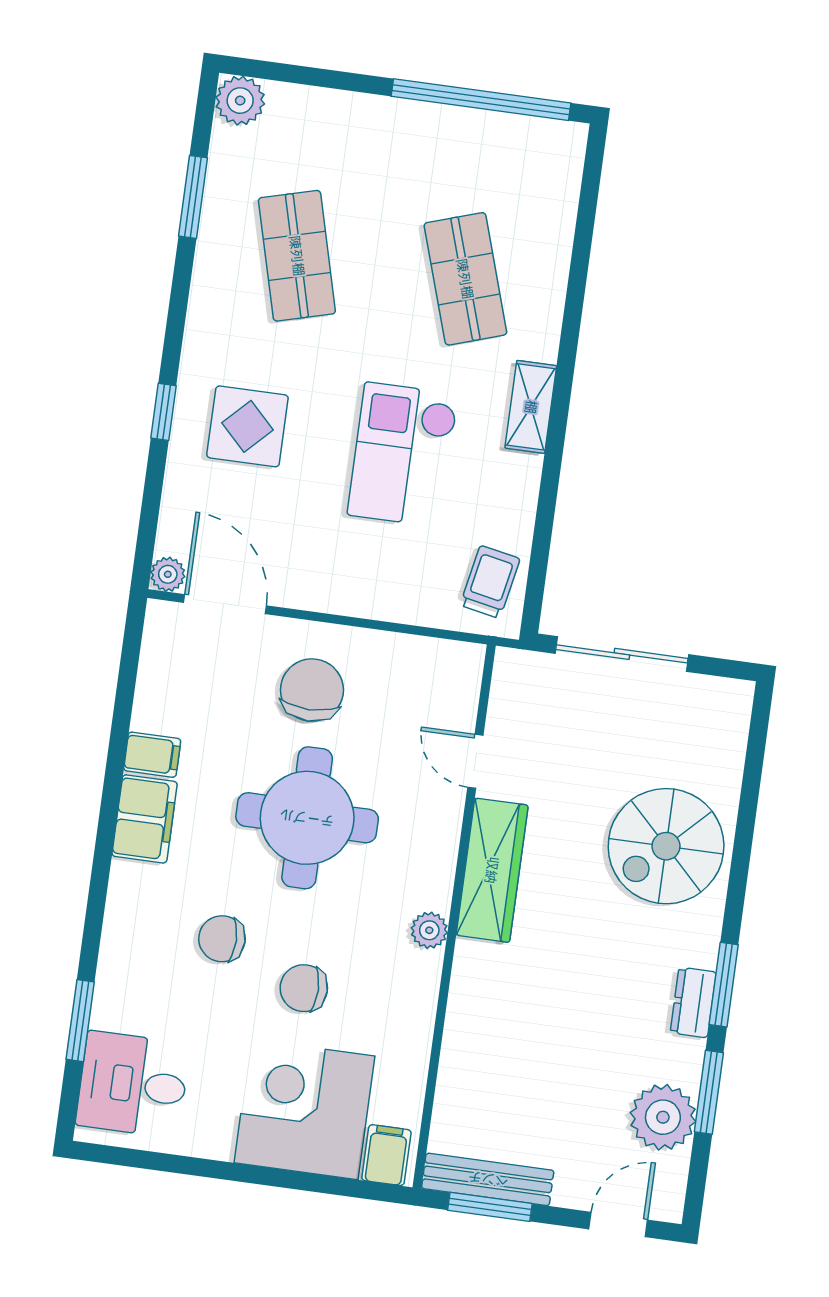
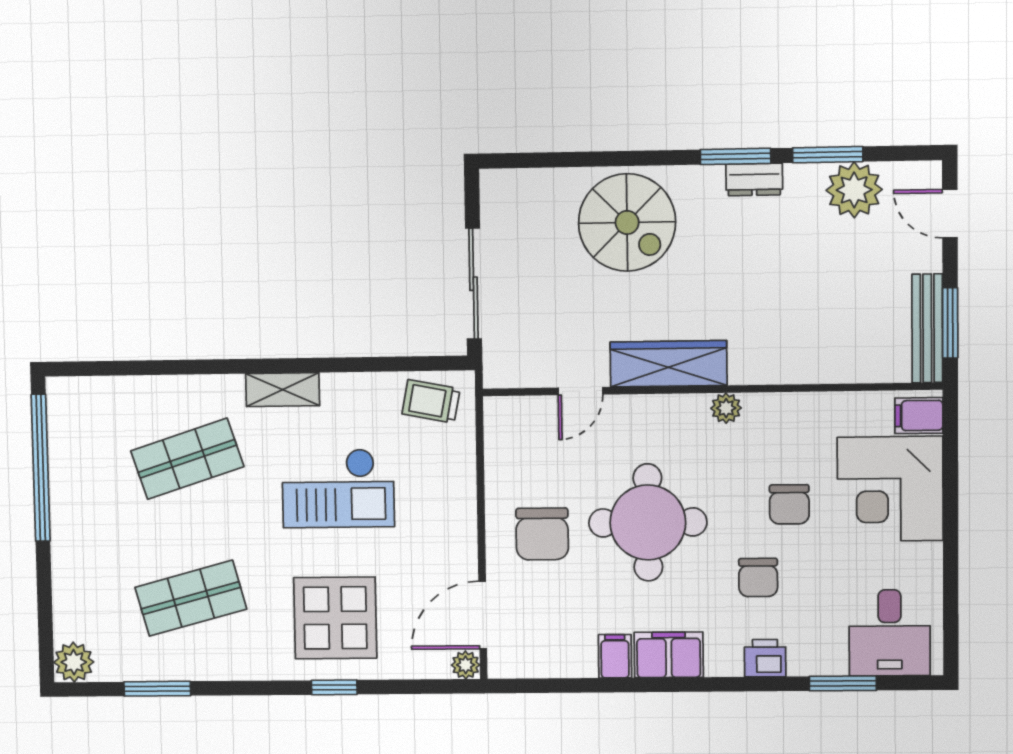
display table: (247, 426) -> (335, 618), width x1.36, depth x1.36
chair: (312, 690) -> (542, 534), turned -90
printer: (124, 933) -> (765, 658), added

